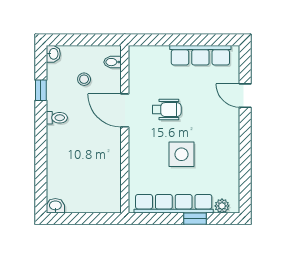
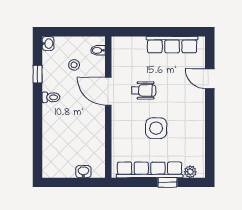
washbasin: (55, 206) -> (83, 172), moved

